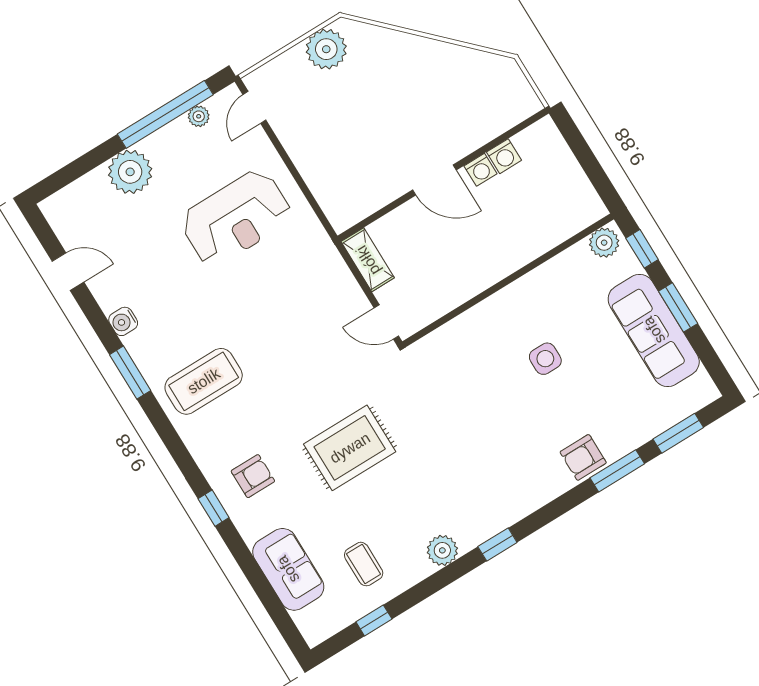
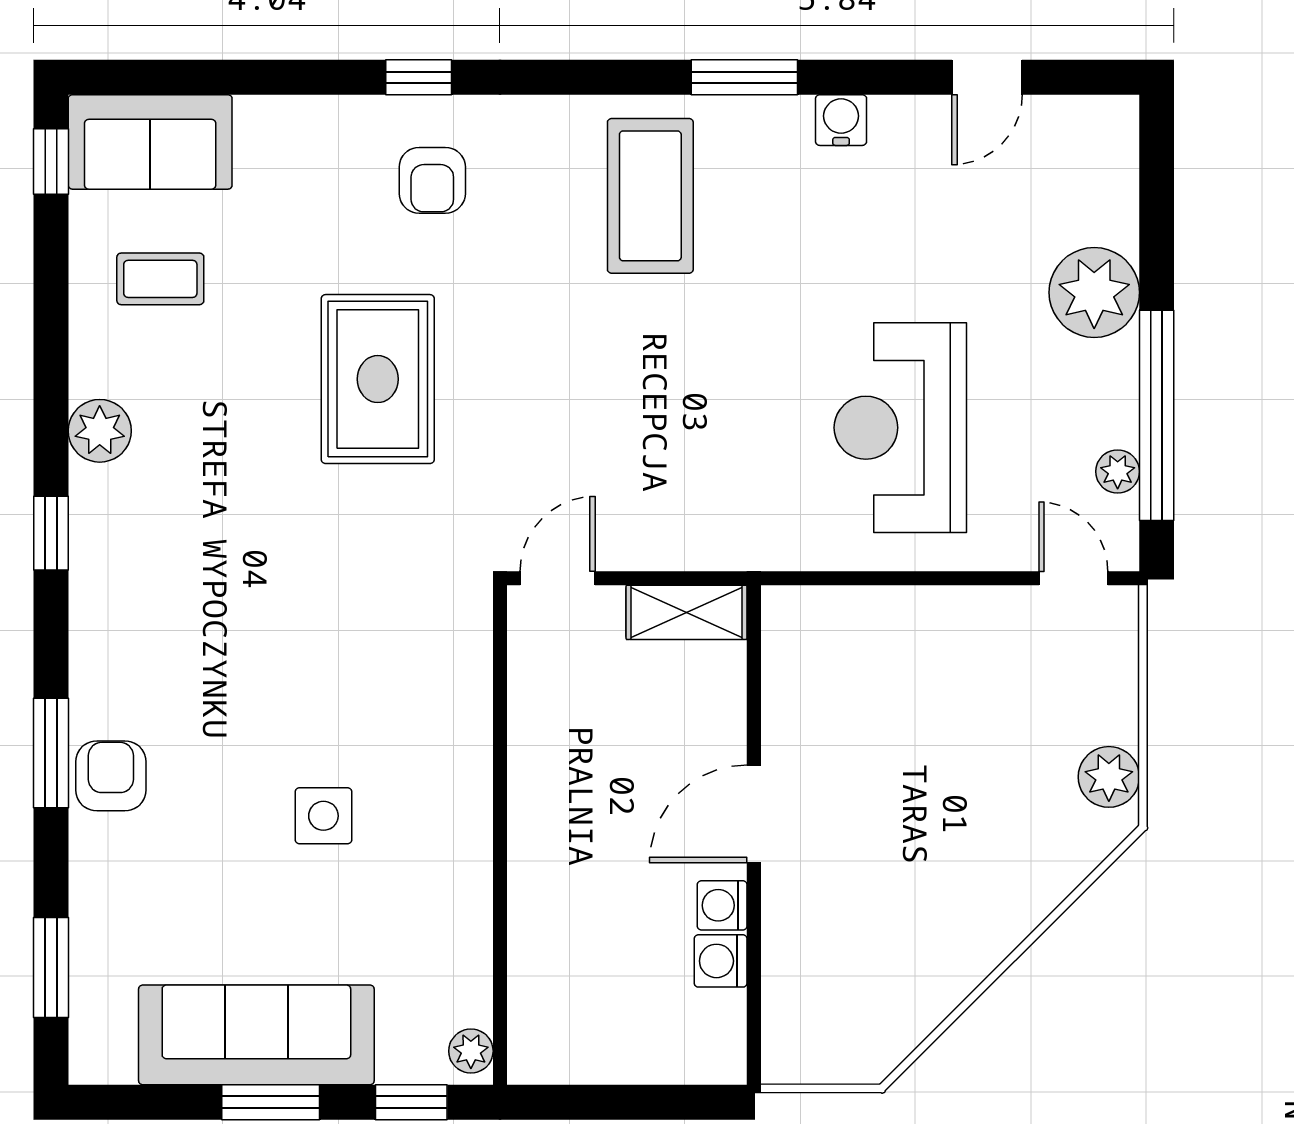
plant: (326, 49) -> (1109, 777), width x0.73, depth x0.73
plant: (604, 243) -> (471, 1051), width x0.73, depth x0.73
window: (617, 471) -> (51, 753), moved
sofa: (288, 569) -> (150, 142), moved
window: (374, 620) -> (51, 161), moved

